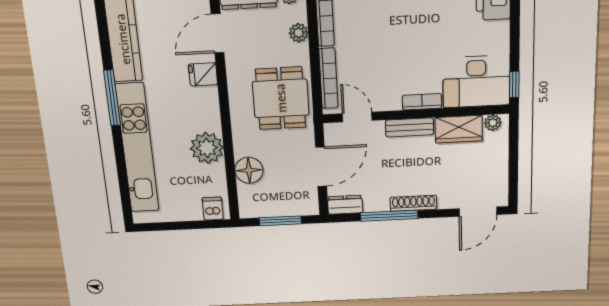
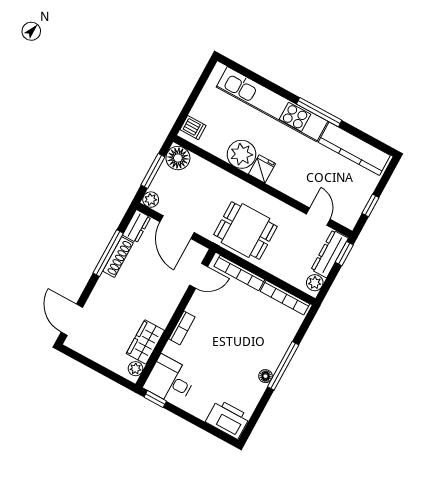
door: (218, 33) -> (318, 217), width x0.73
plant: (298, 33) -> (151, 200), moved
fridge: (203, 74) -> (262, 169), moved
desk: (476, 82) -> (170, 380), width x0.73
bench: (410, 127) -> (168, 308), removed
floor lamp: (249, 170) -> (178, 158), moved
shoe rack: (413, 203) -> (118, 257), moved

